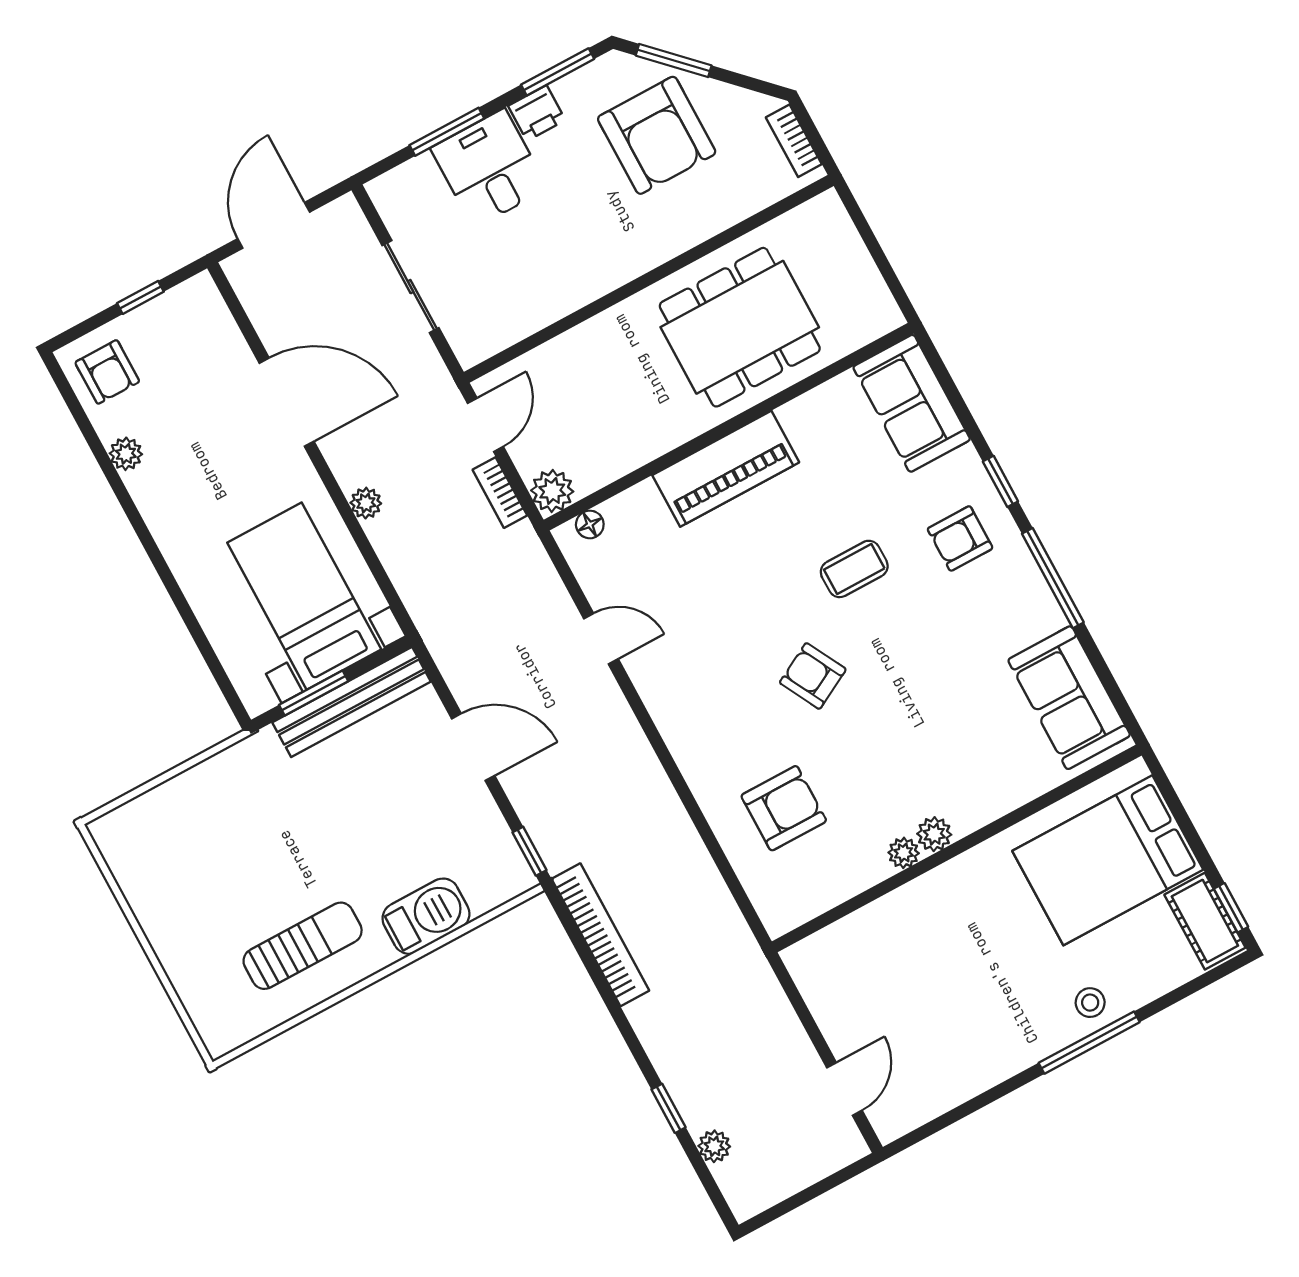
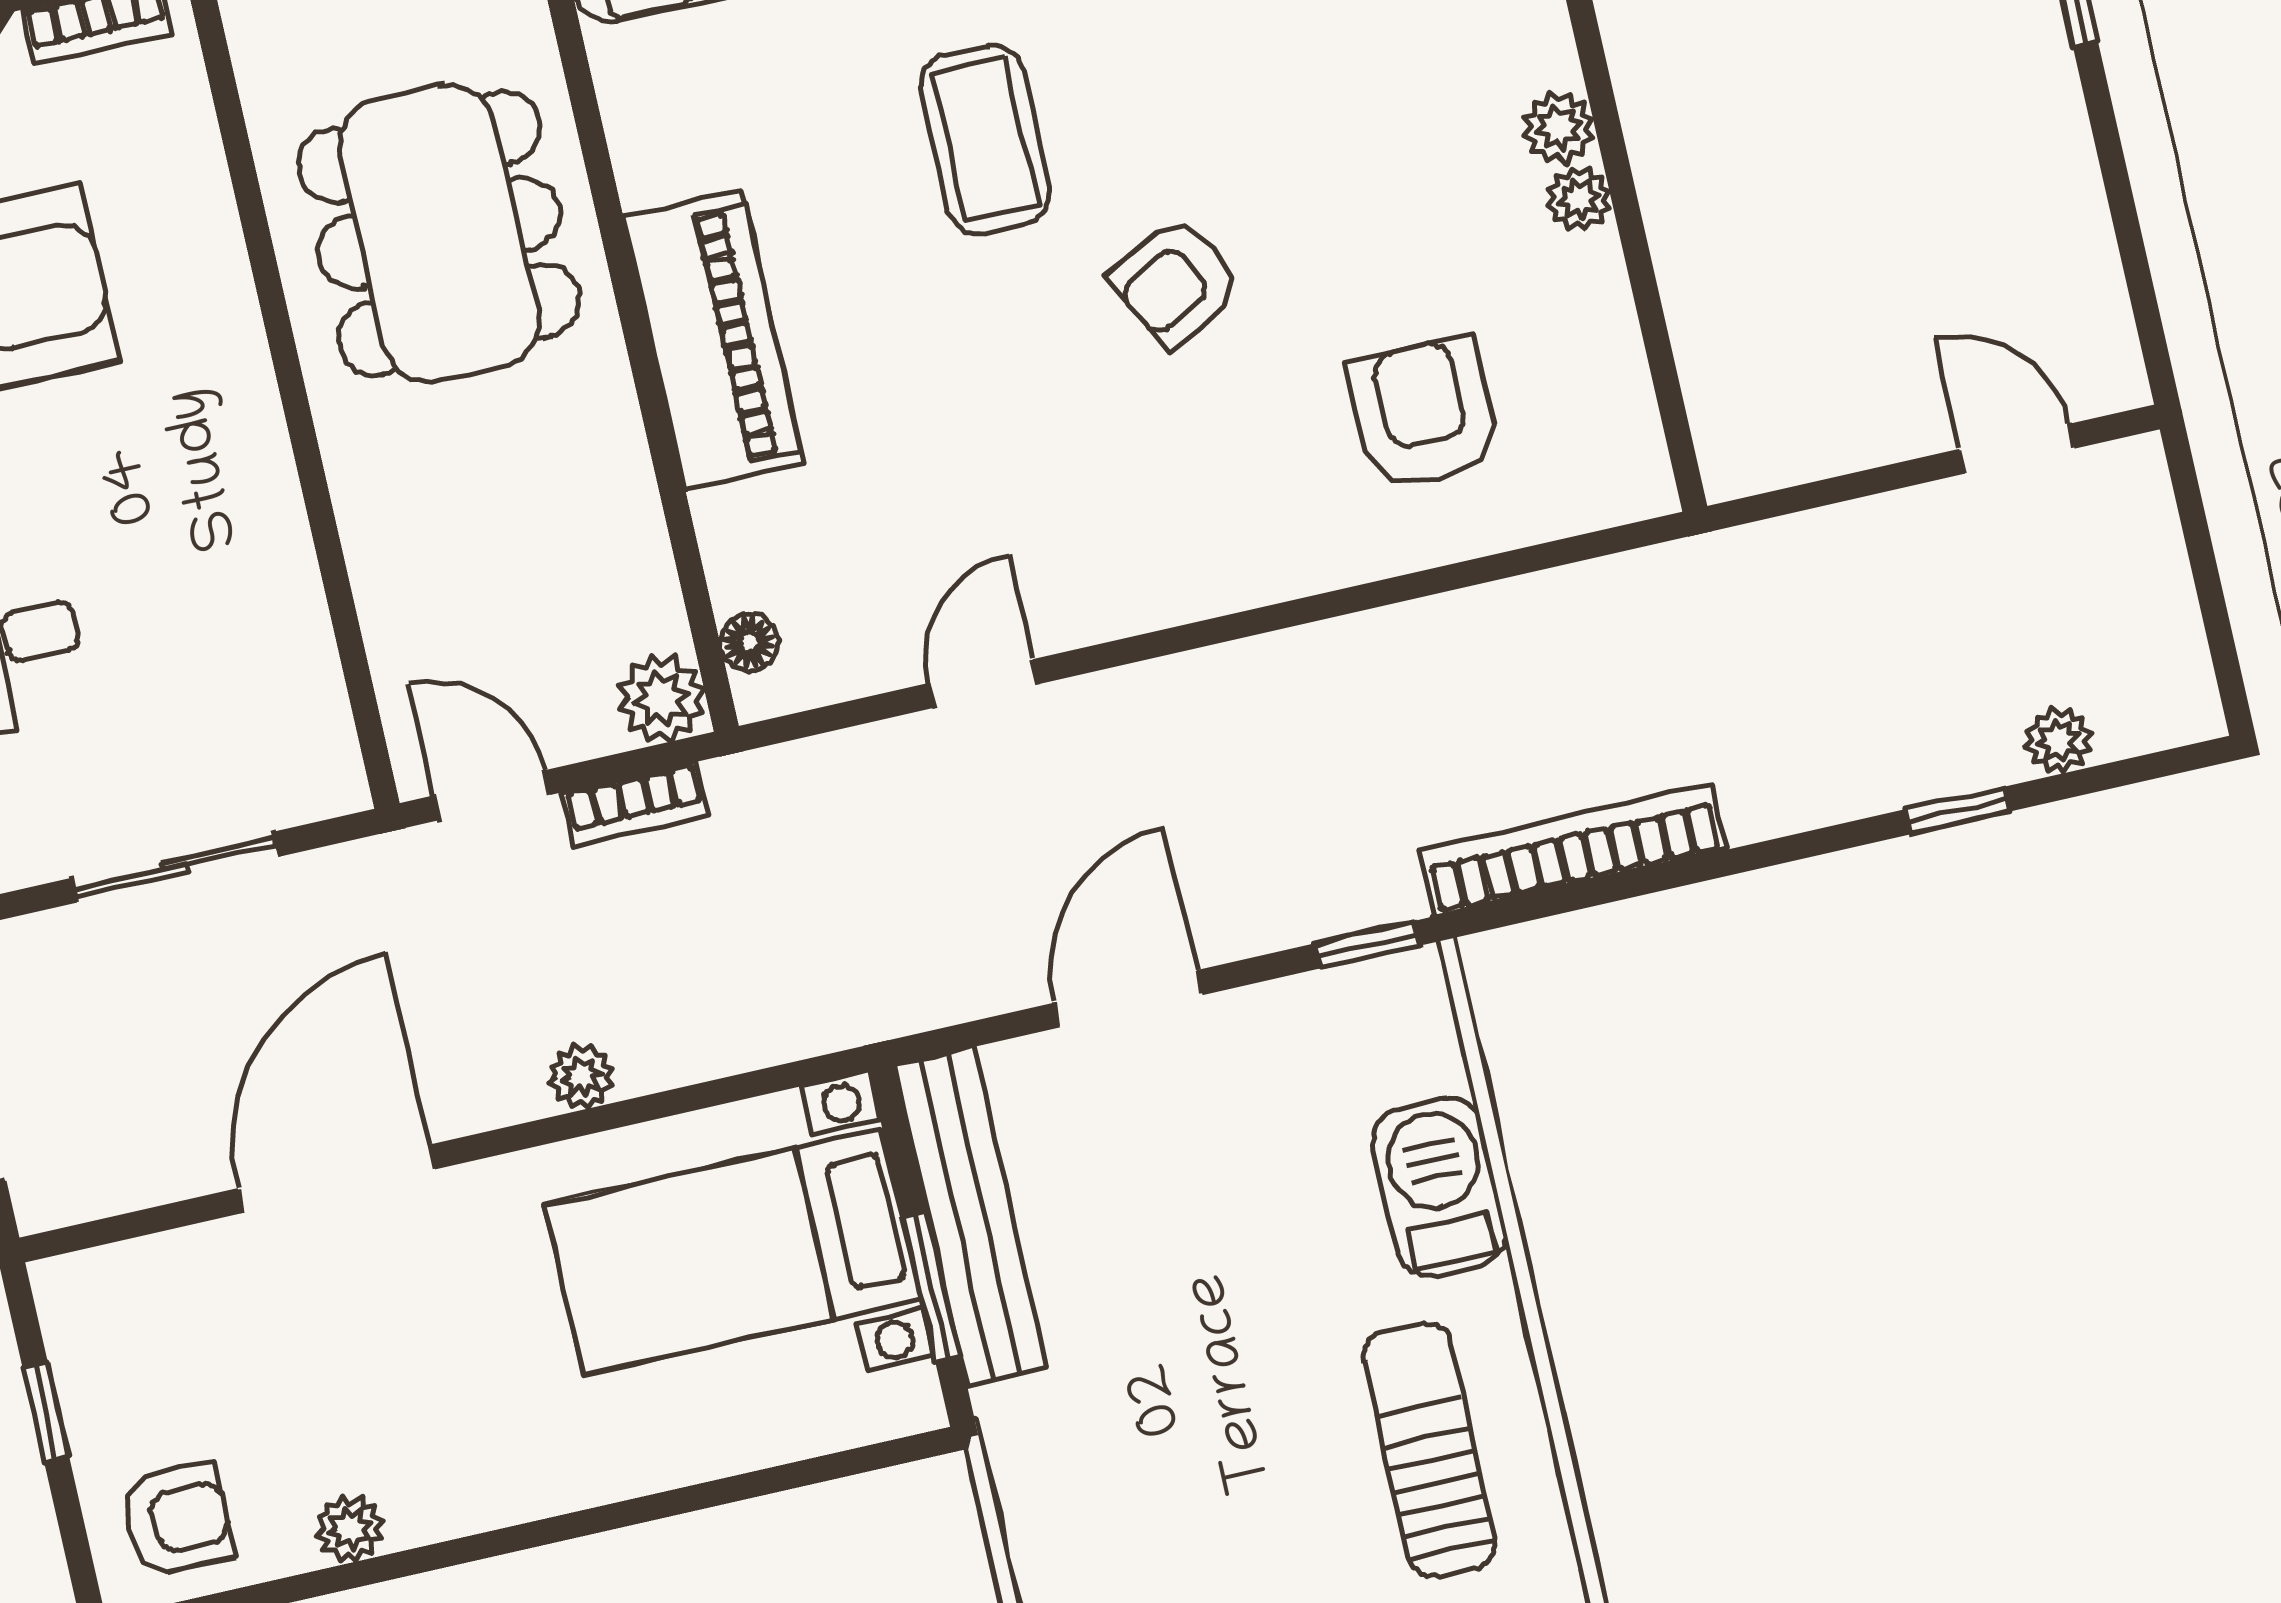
coffee table: (854, 569) -> (985, 140), width x1.36, depth x1.30

